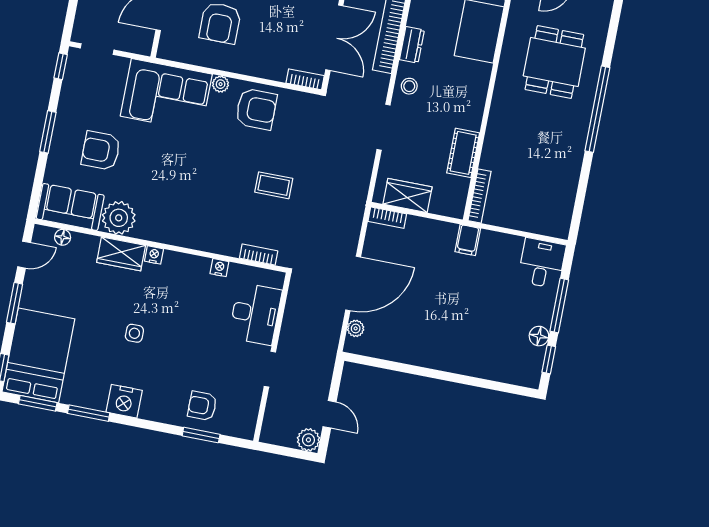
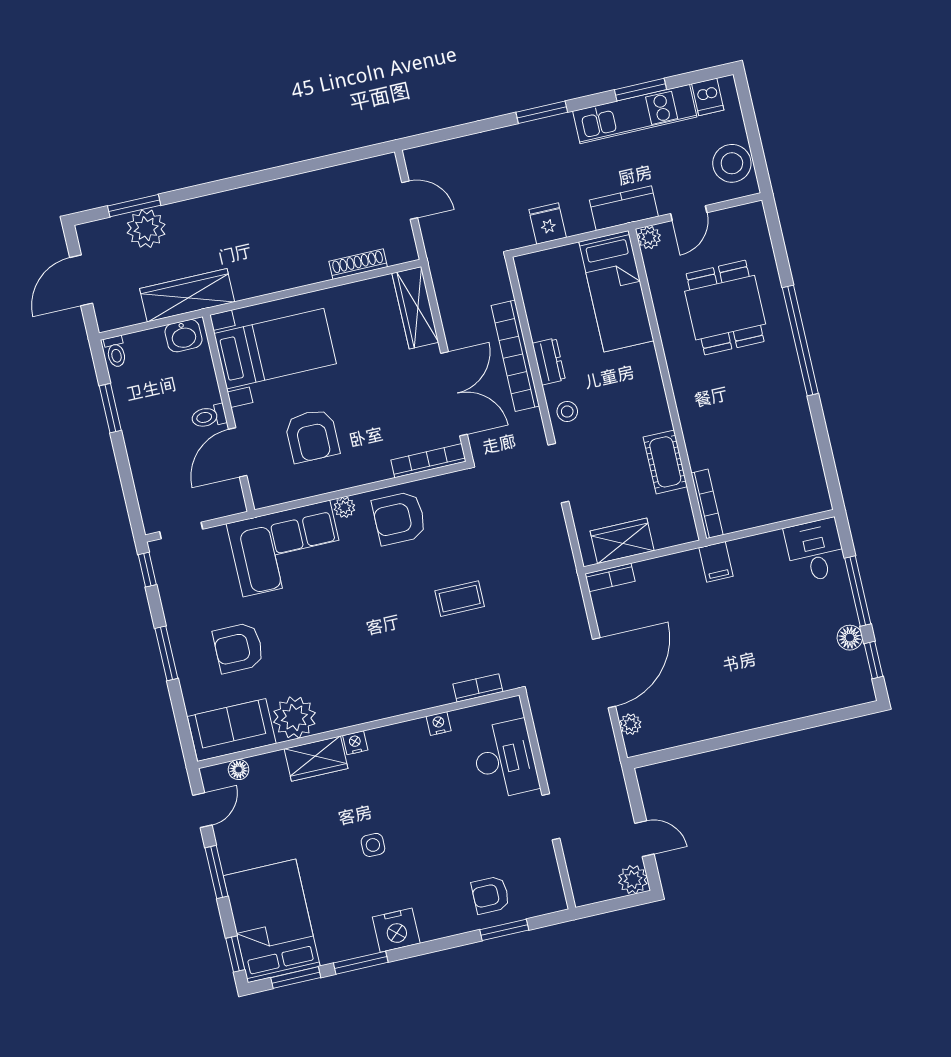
bookcase: (305, 79) -> (428, 461), width x1.56
armchair: (256, 109) -> (399, 518), turned 180

